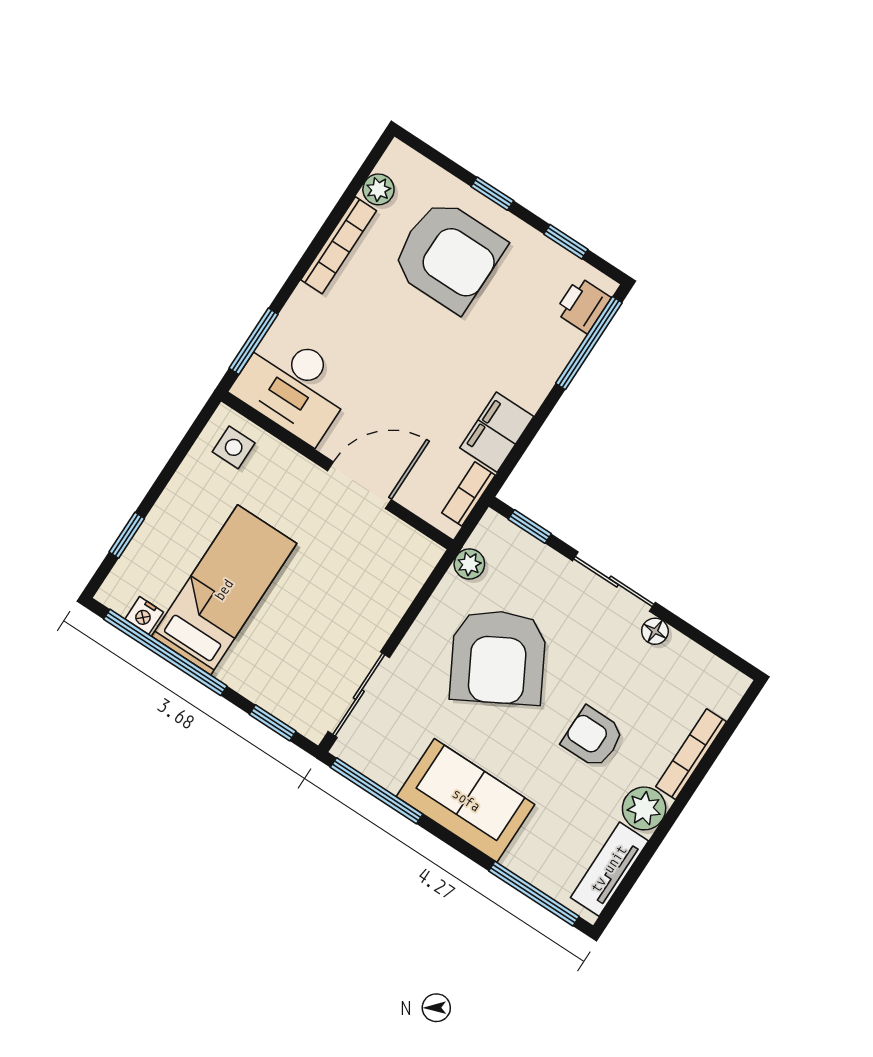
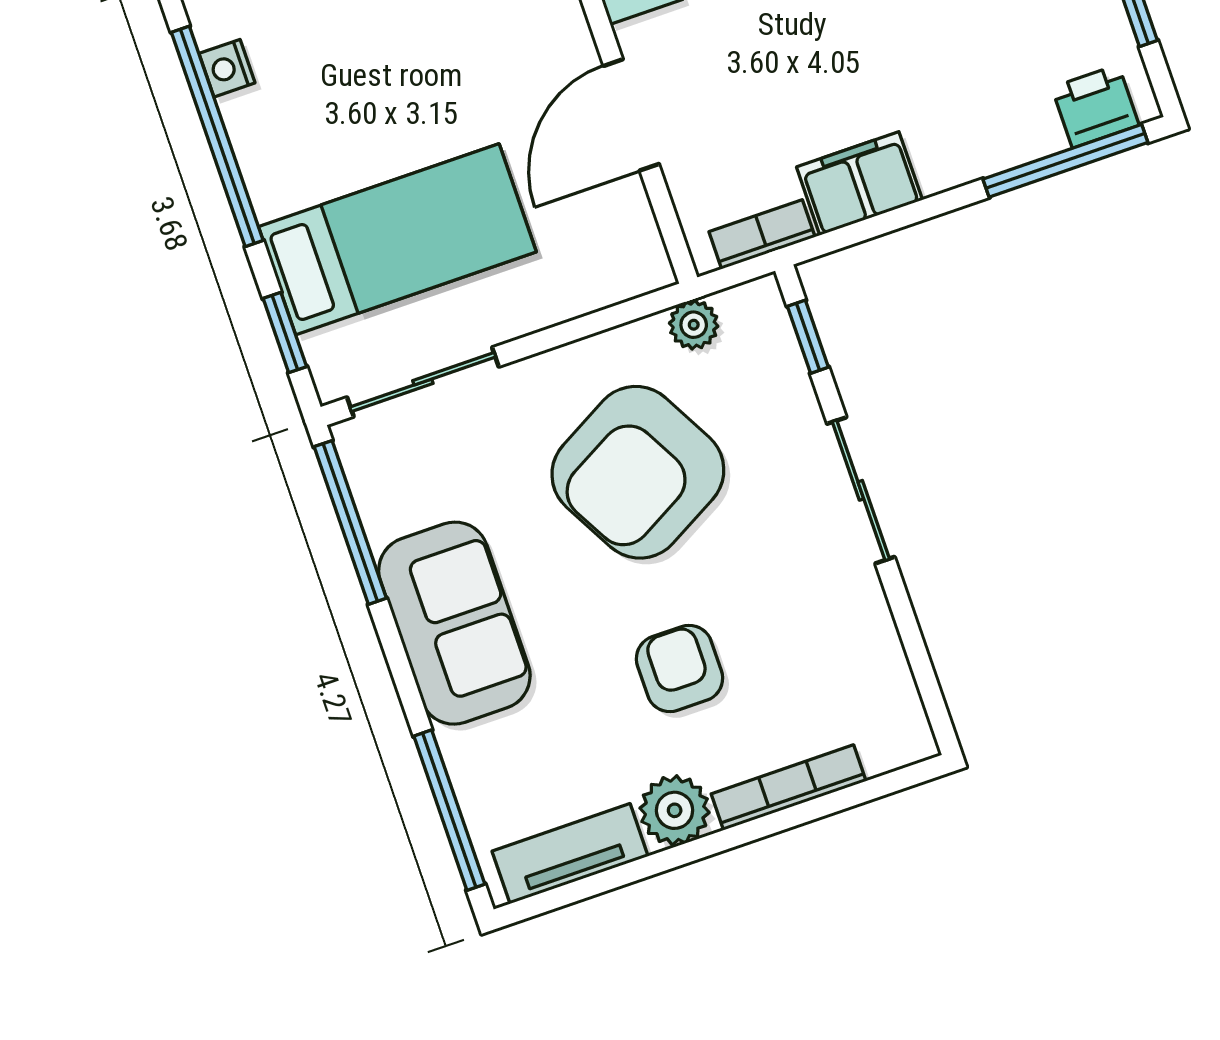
door: (359, 485) -> (631, 115), swing flipped
bed: (224, 590) -> (397, 239), moved
floor lamp: (655, 631) -> (864, 595), removed

